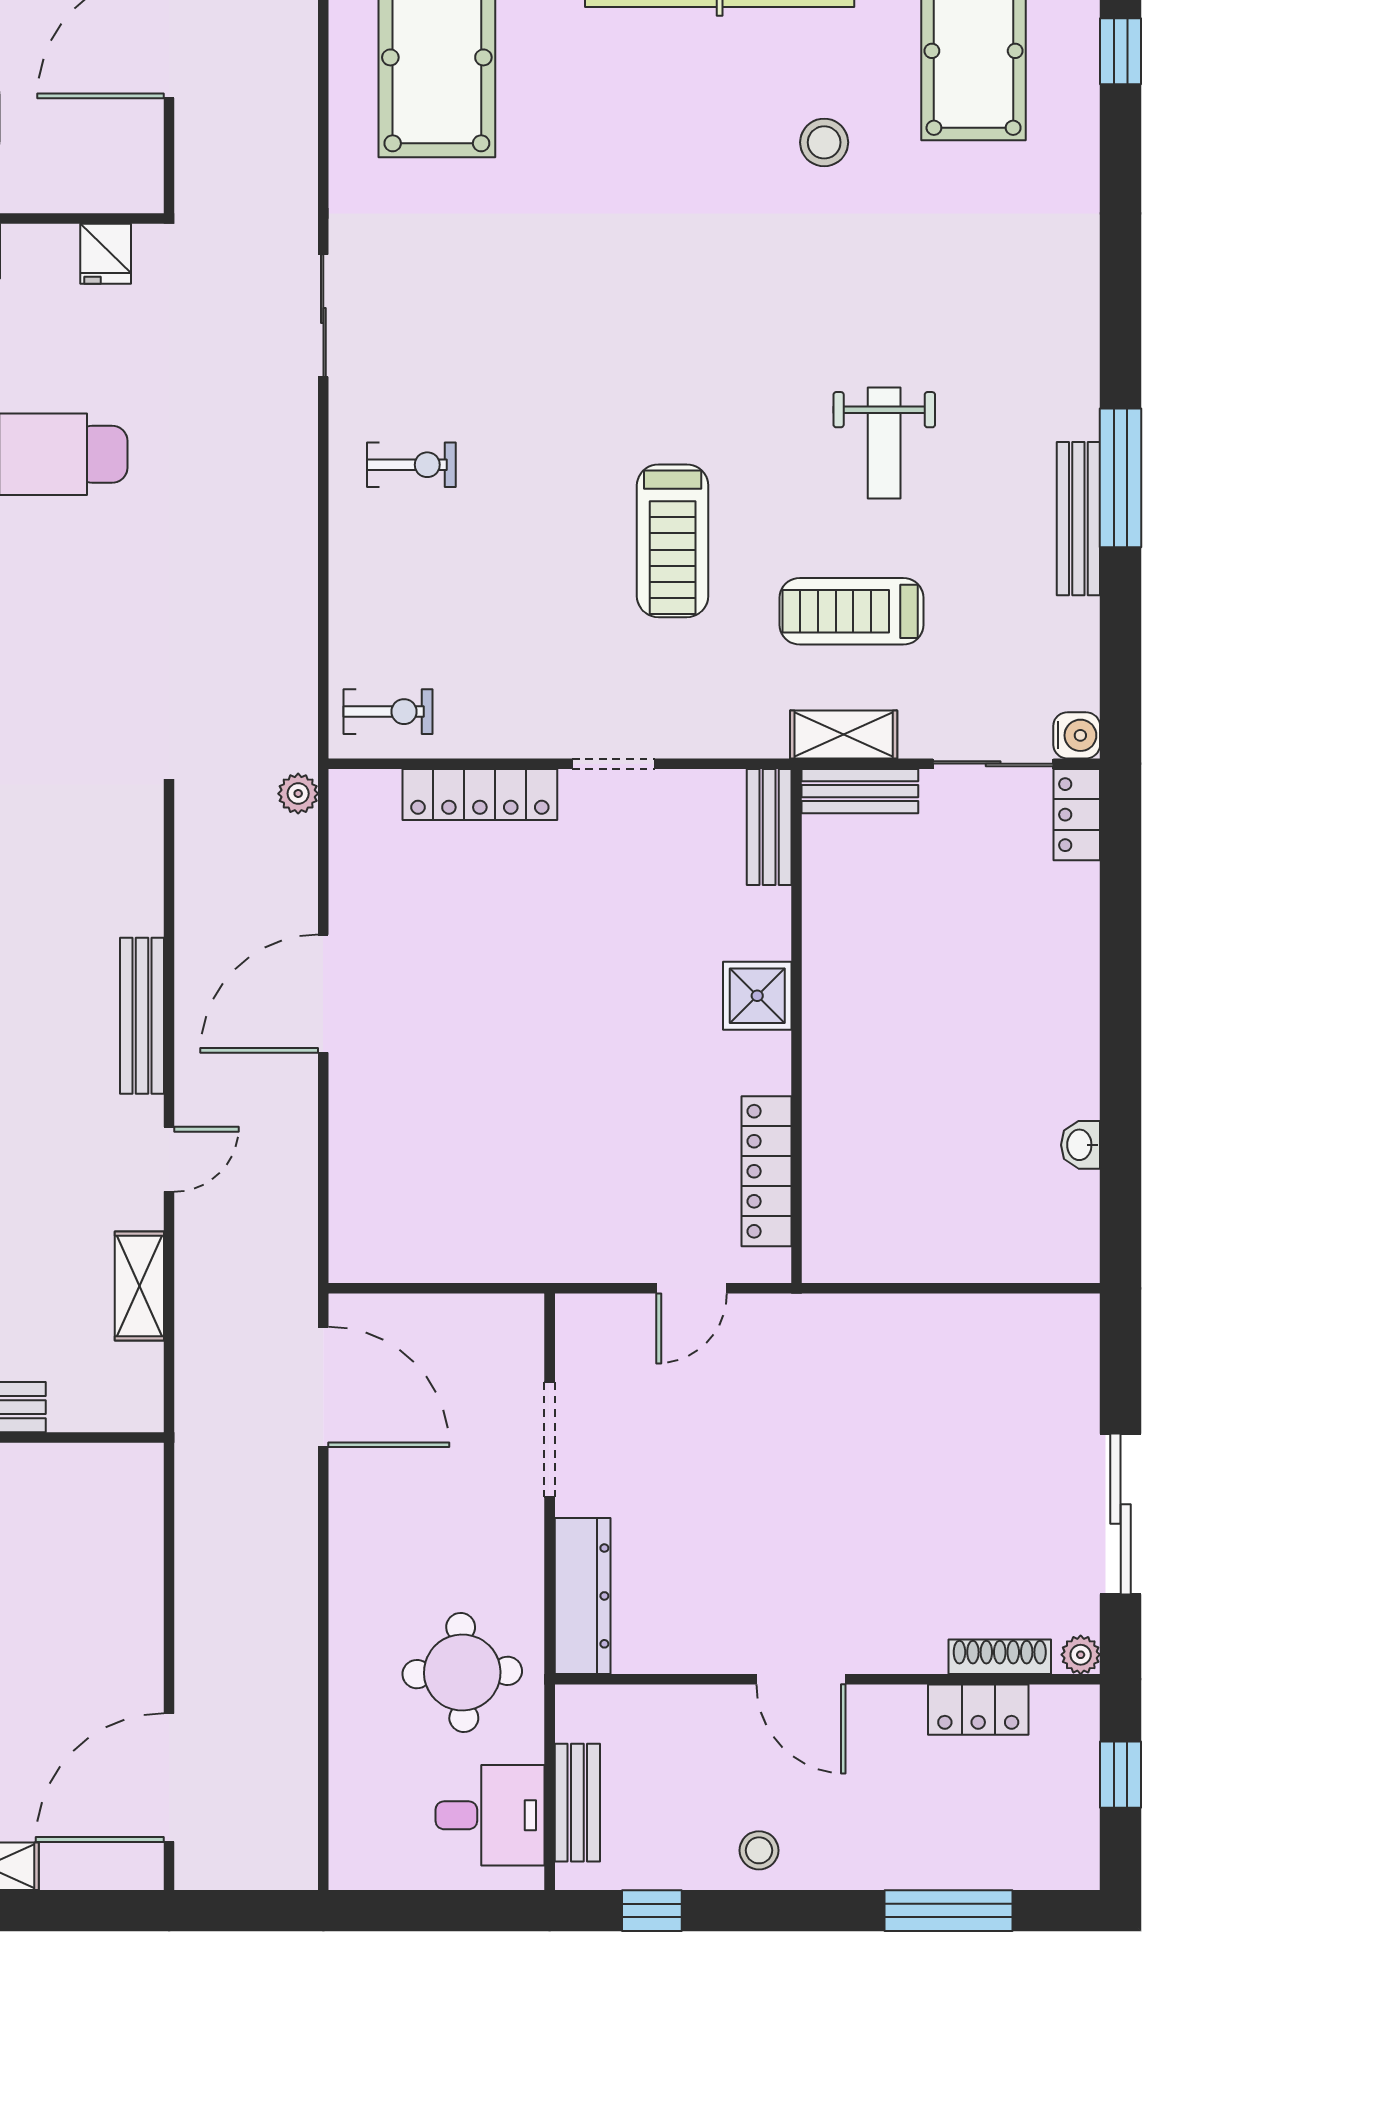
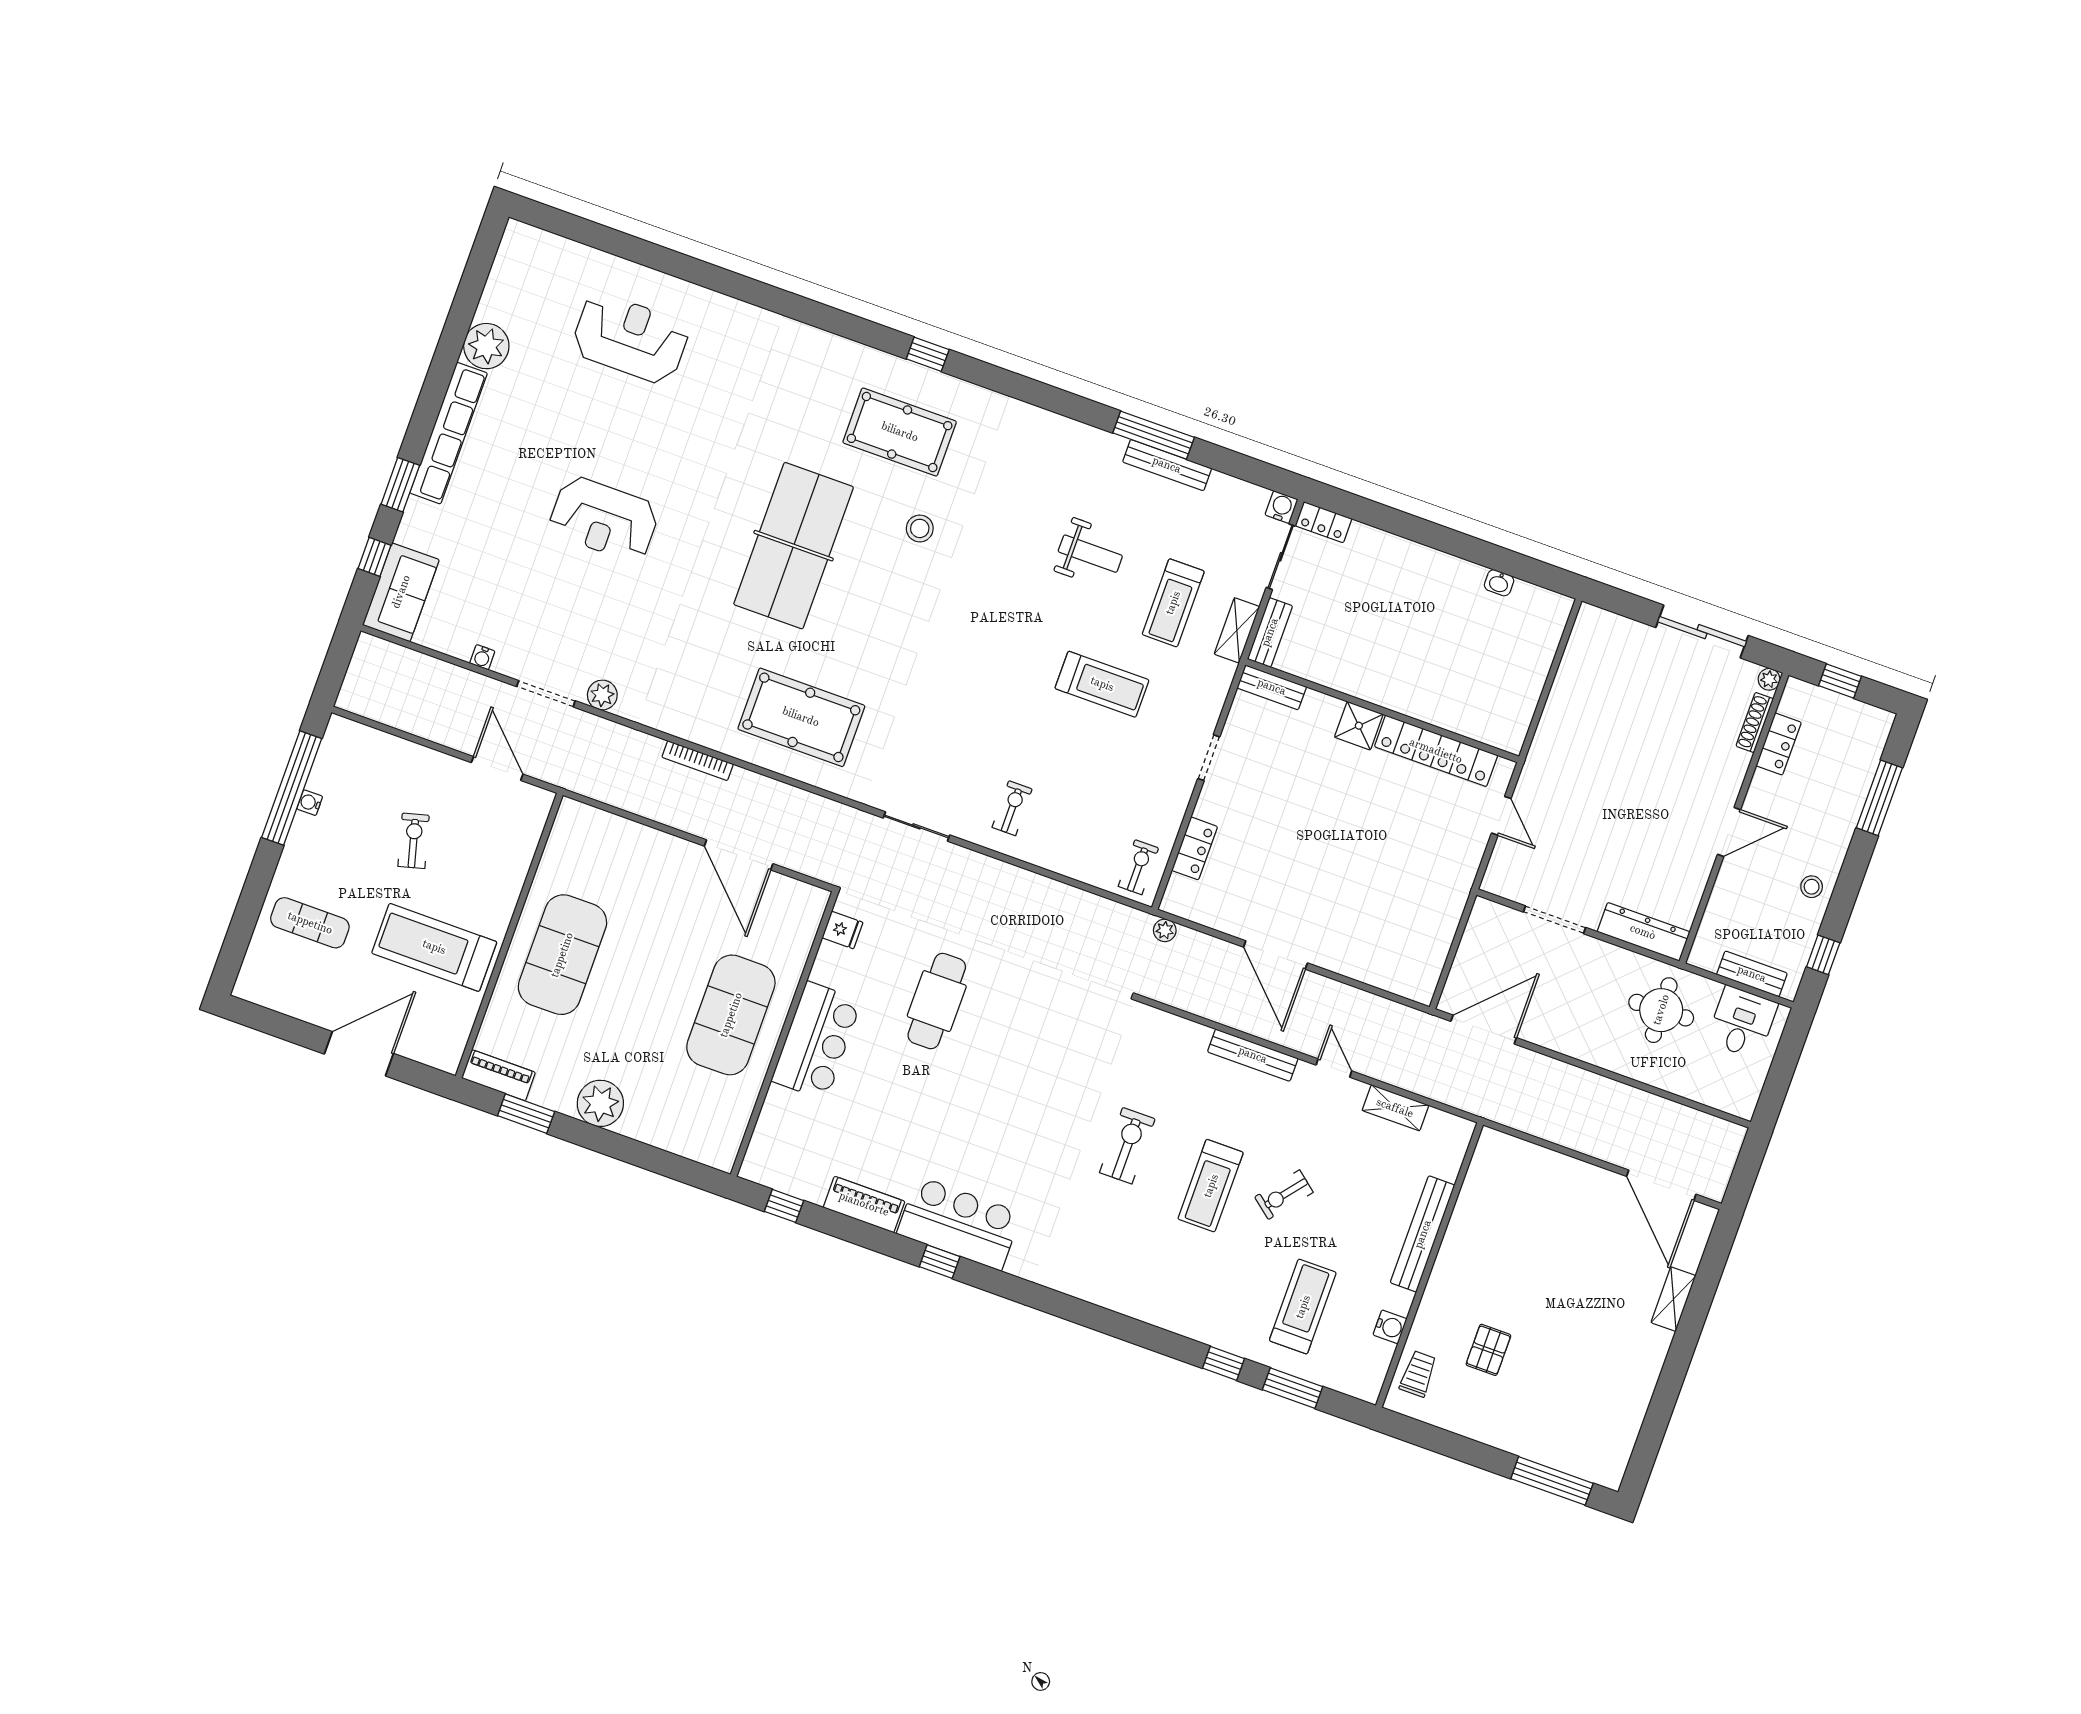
locker: (480, 794) -> (1195, 848), width x0.66
locker: (766, 1171) -> (1436, 751), width x1.41, depth x1.21

